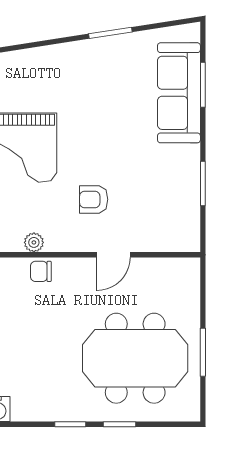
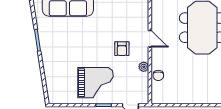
plant: (34, 242) -> (144, 67), moved

